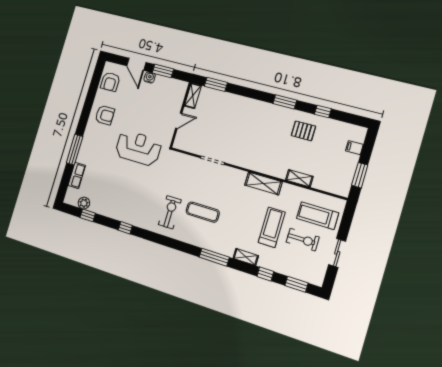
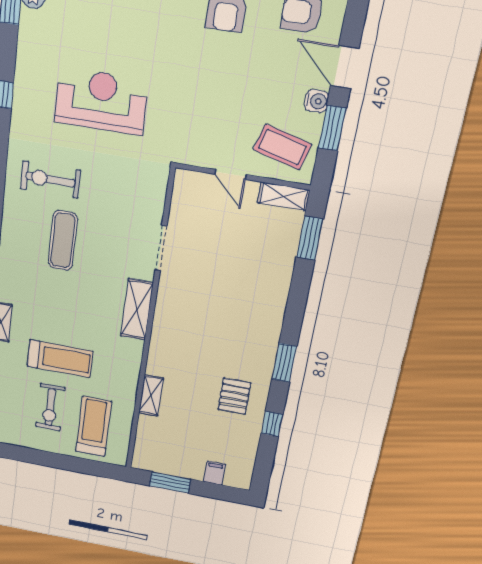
door: (136, 64) -> (345, 67), hinge flipped
coffee table: (169, 95) -> (283, 147), added
reception desk: (138, 148) -> (101, 101), moved, turned -90
shelving: (263, 183) -> (137, 309), moved
exercise bike: (170, 212) -> (50, 180), turned 180
sliding door: (337, 253) -> (40, 458), removed

